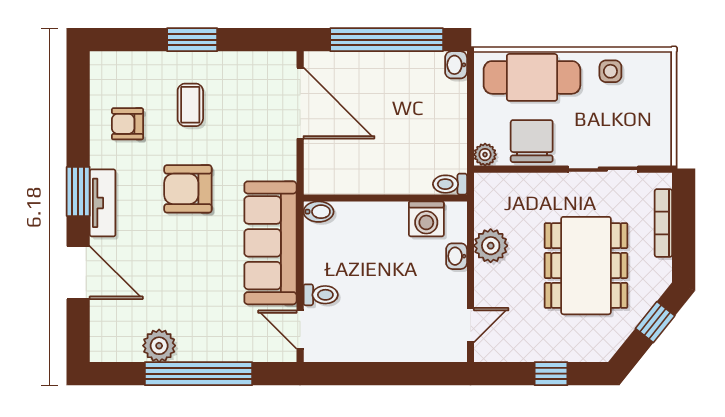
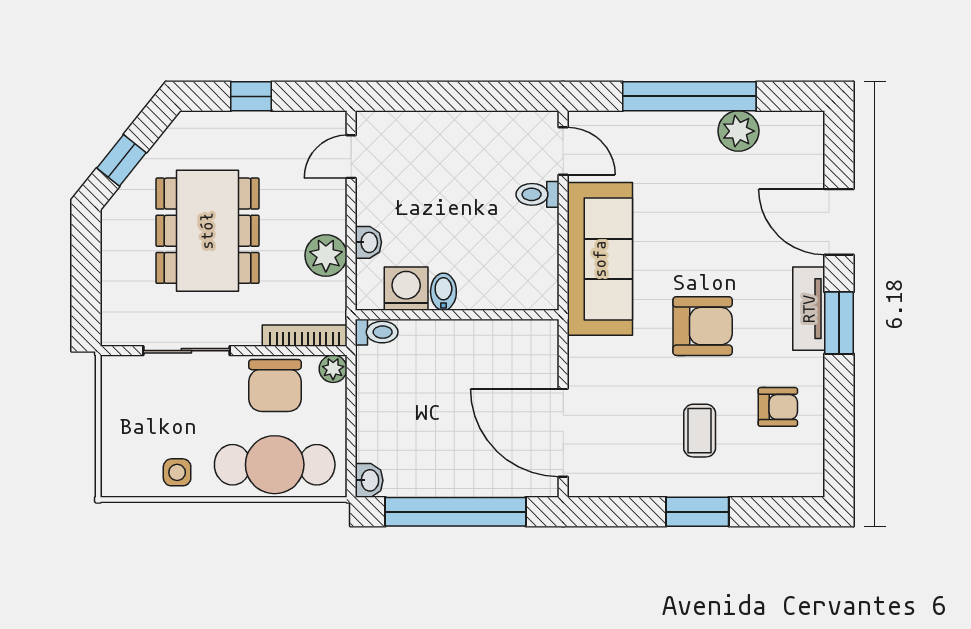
bidet: (319, 212) -> (443, 292), moved, turned 90
bookcase: (663, 223) -> (305, 336), moved, turned -90

